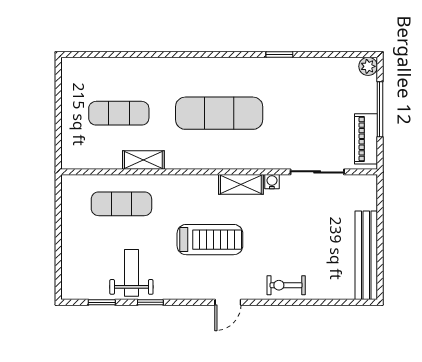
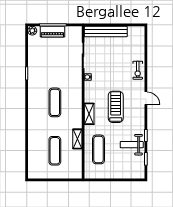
exercise mat: (219, 113) -> (55, 102), width x0.73, depth x0.69
piano: (366, 139) -> (52, 32), moved
shelving: (241, 184) -> (89, 114), moved
bench: (366, 255) -> (106, 32), moved

